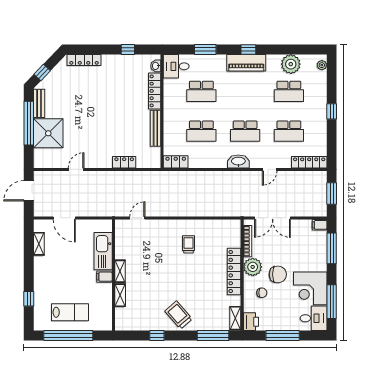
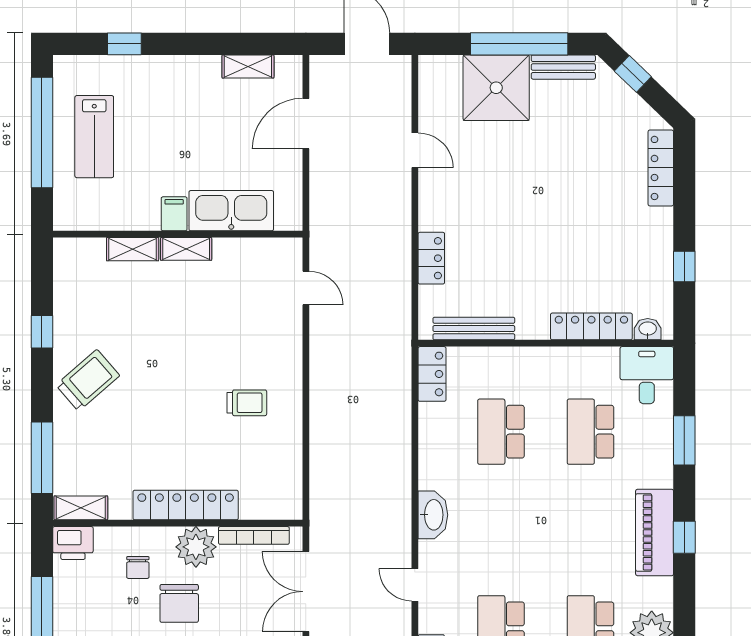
bench: (155, 128) -> (474, 329), moved
school desk: (245, 131) -> (501, 530), removed

